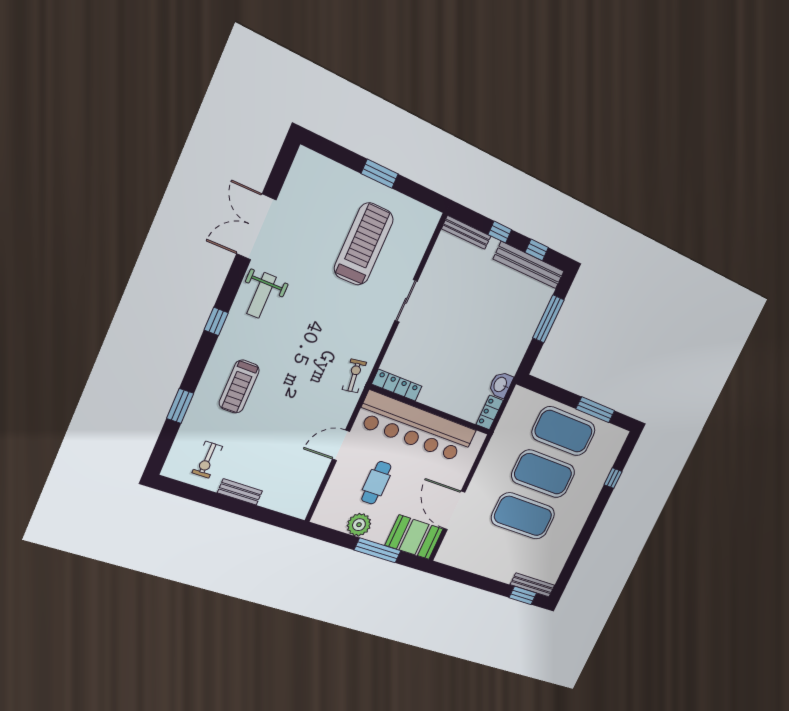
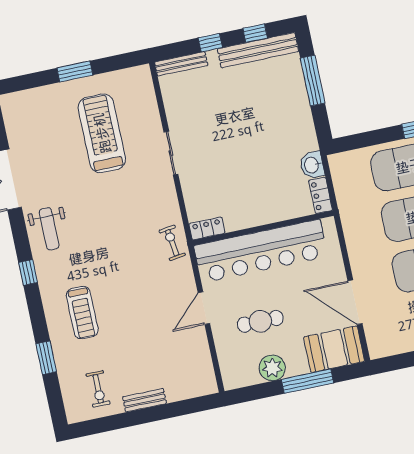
locker: (397, 385) -> (207, 228), width x0.66
cafe table: (376, 483) -> (260, 321), turned 90

